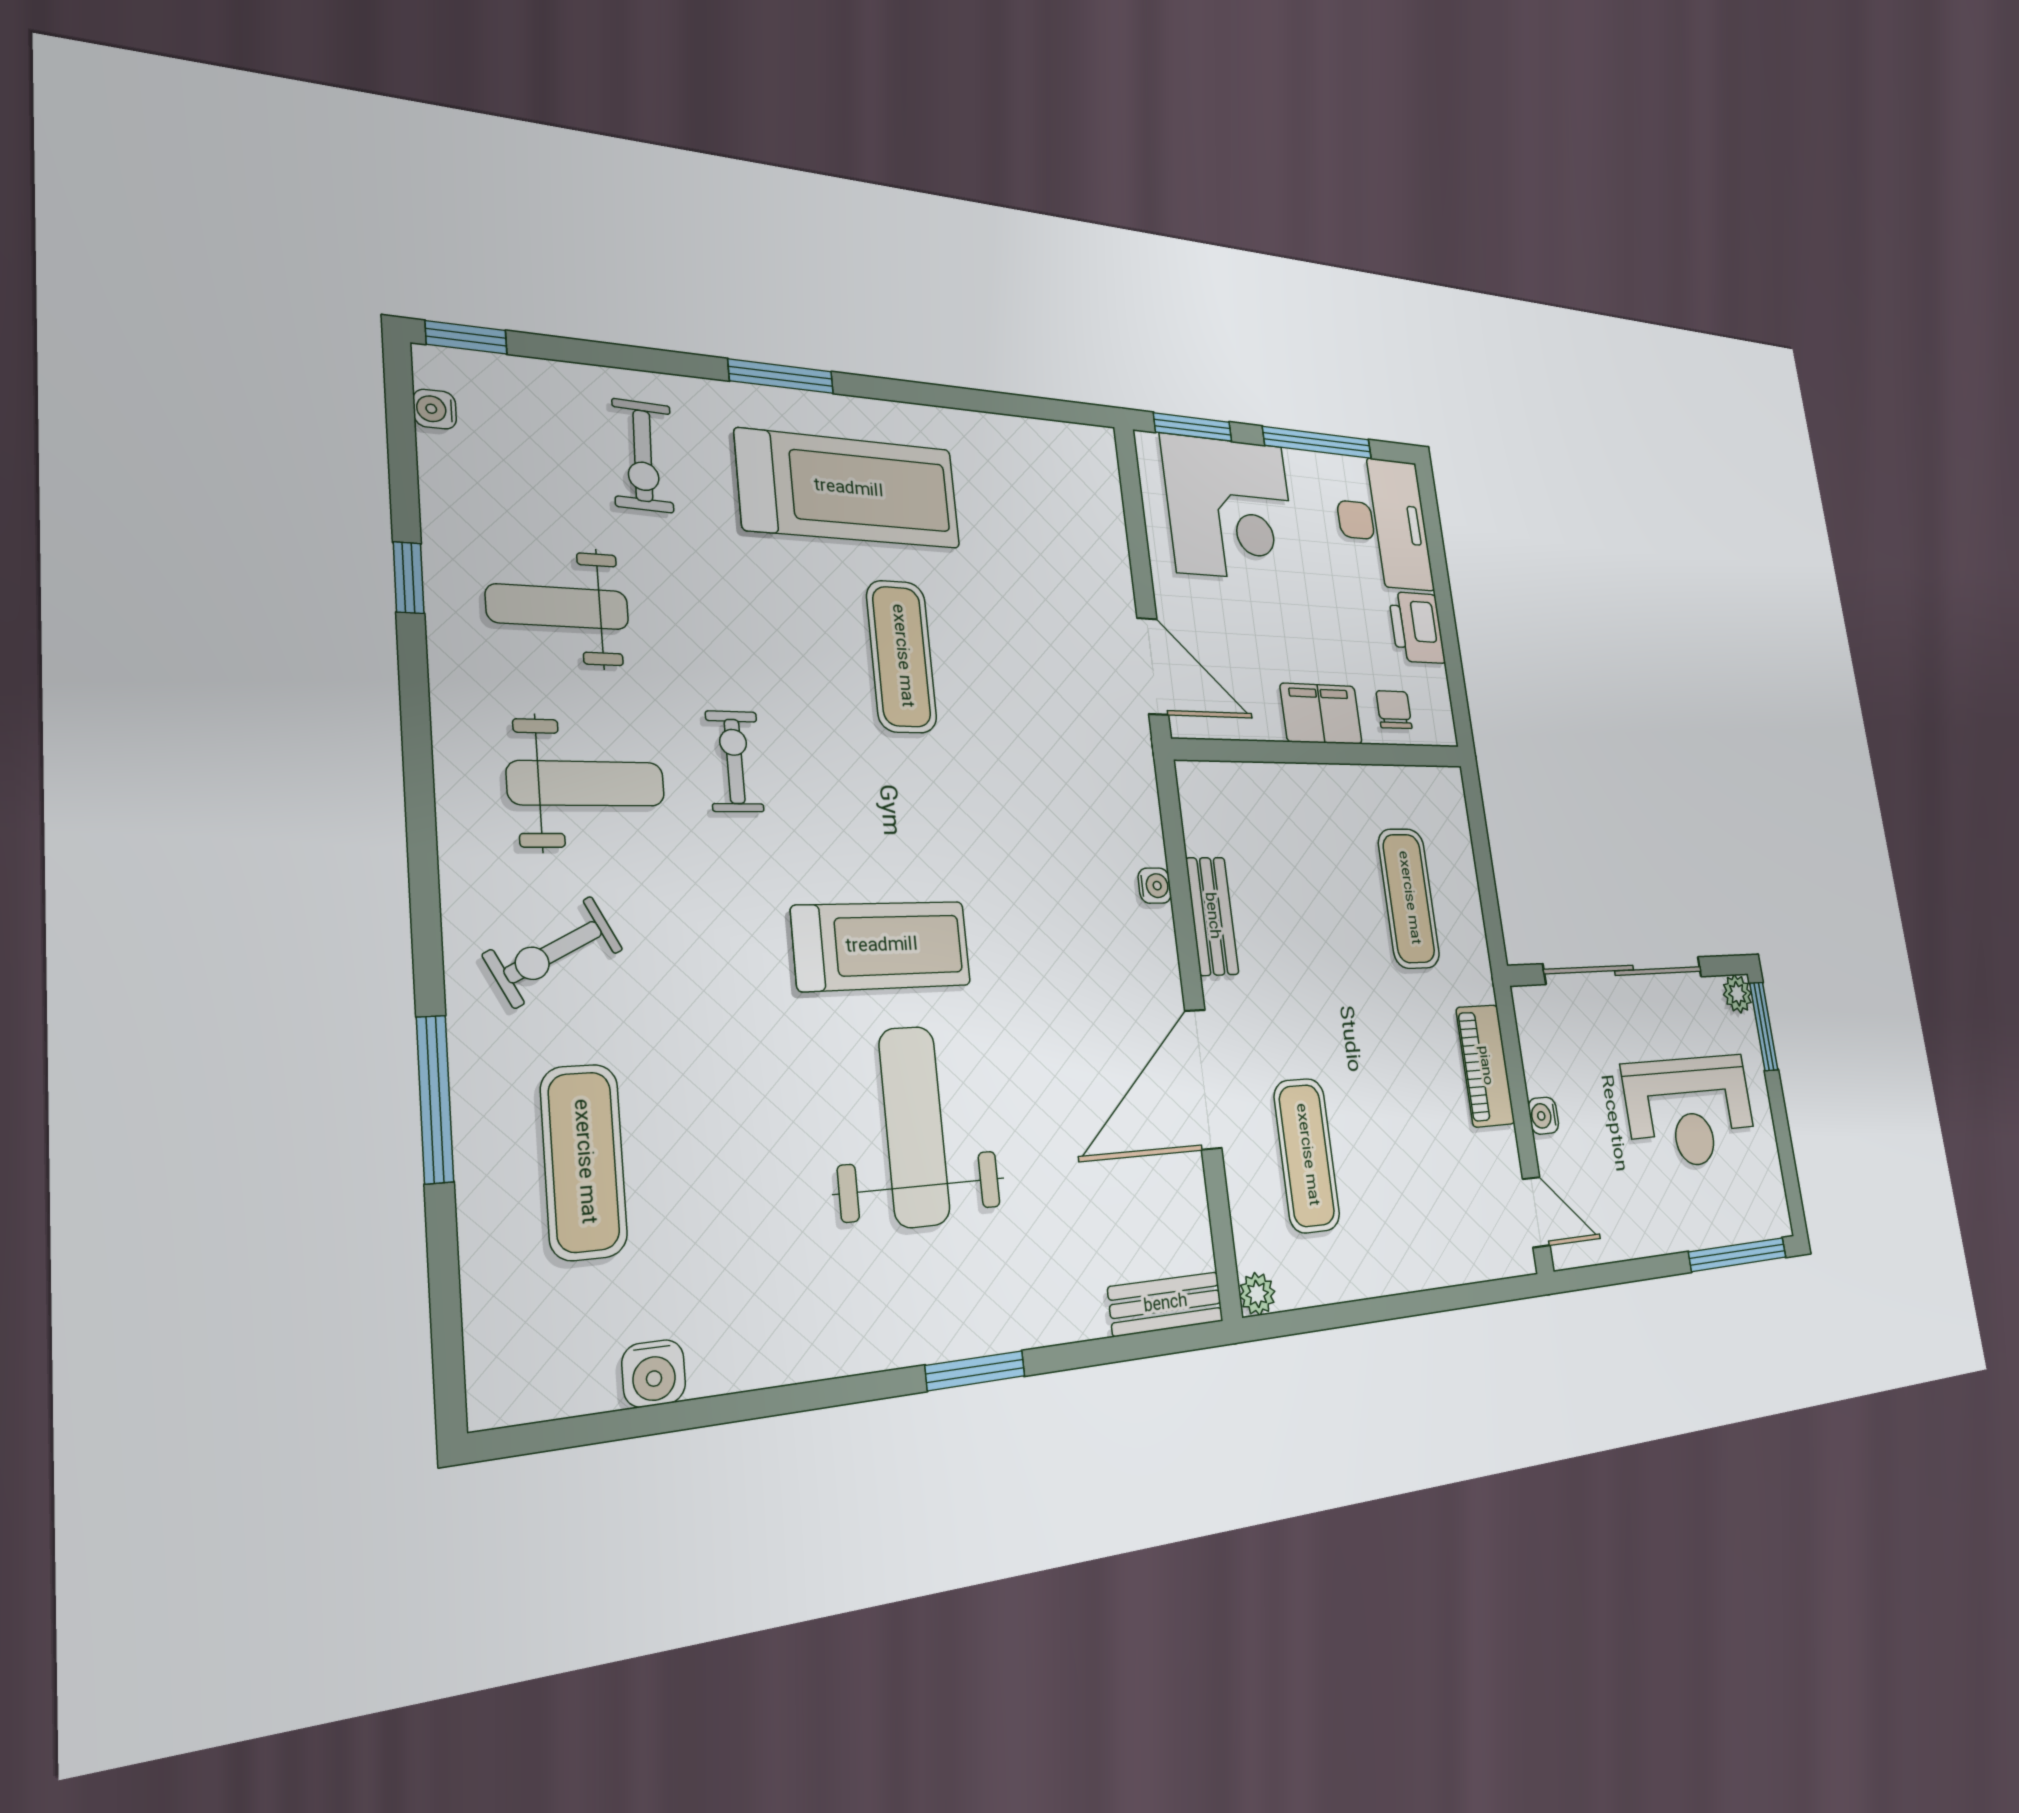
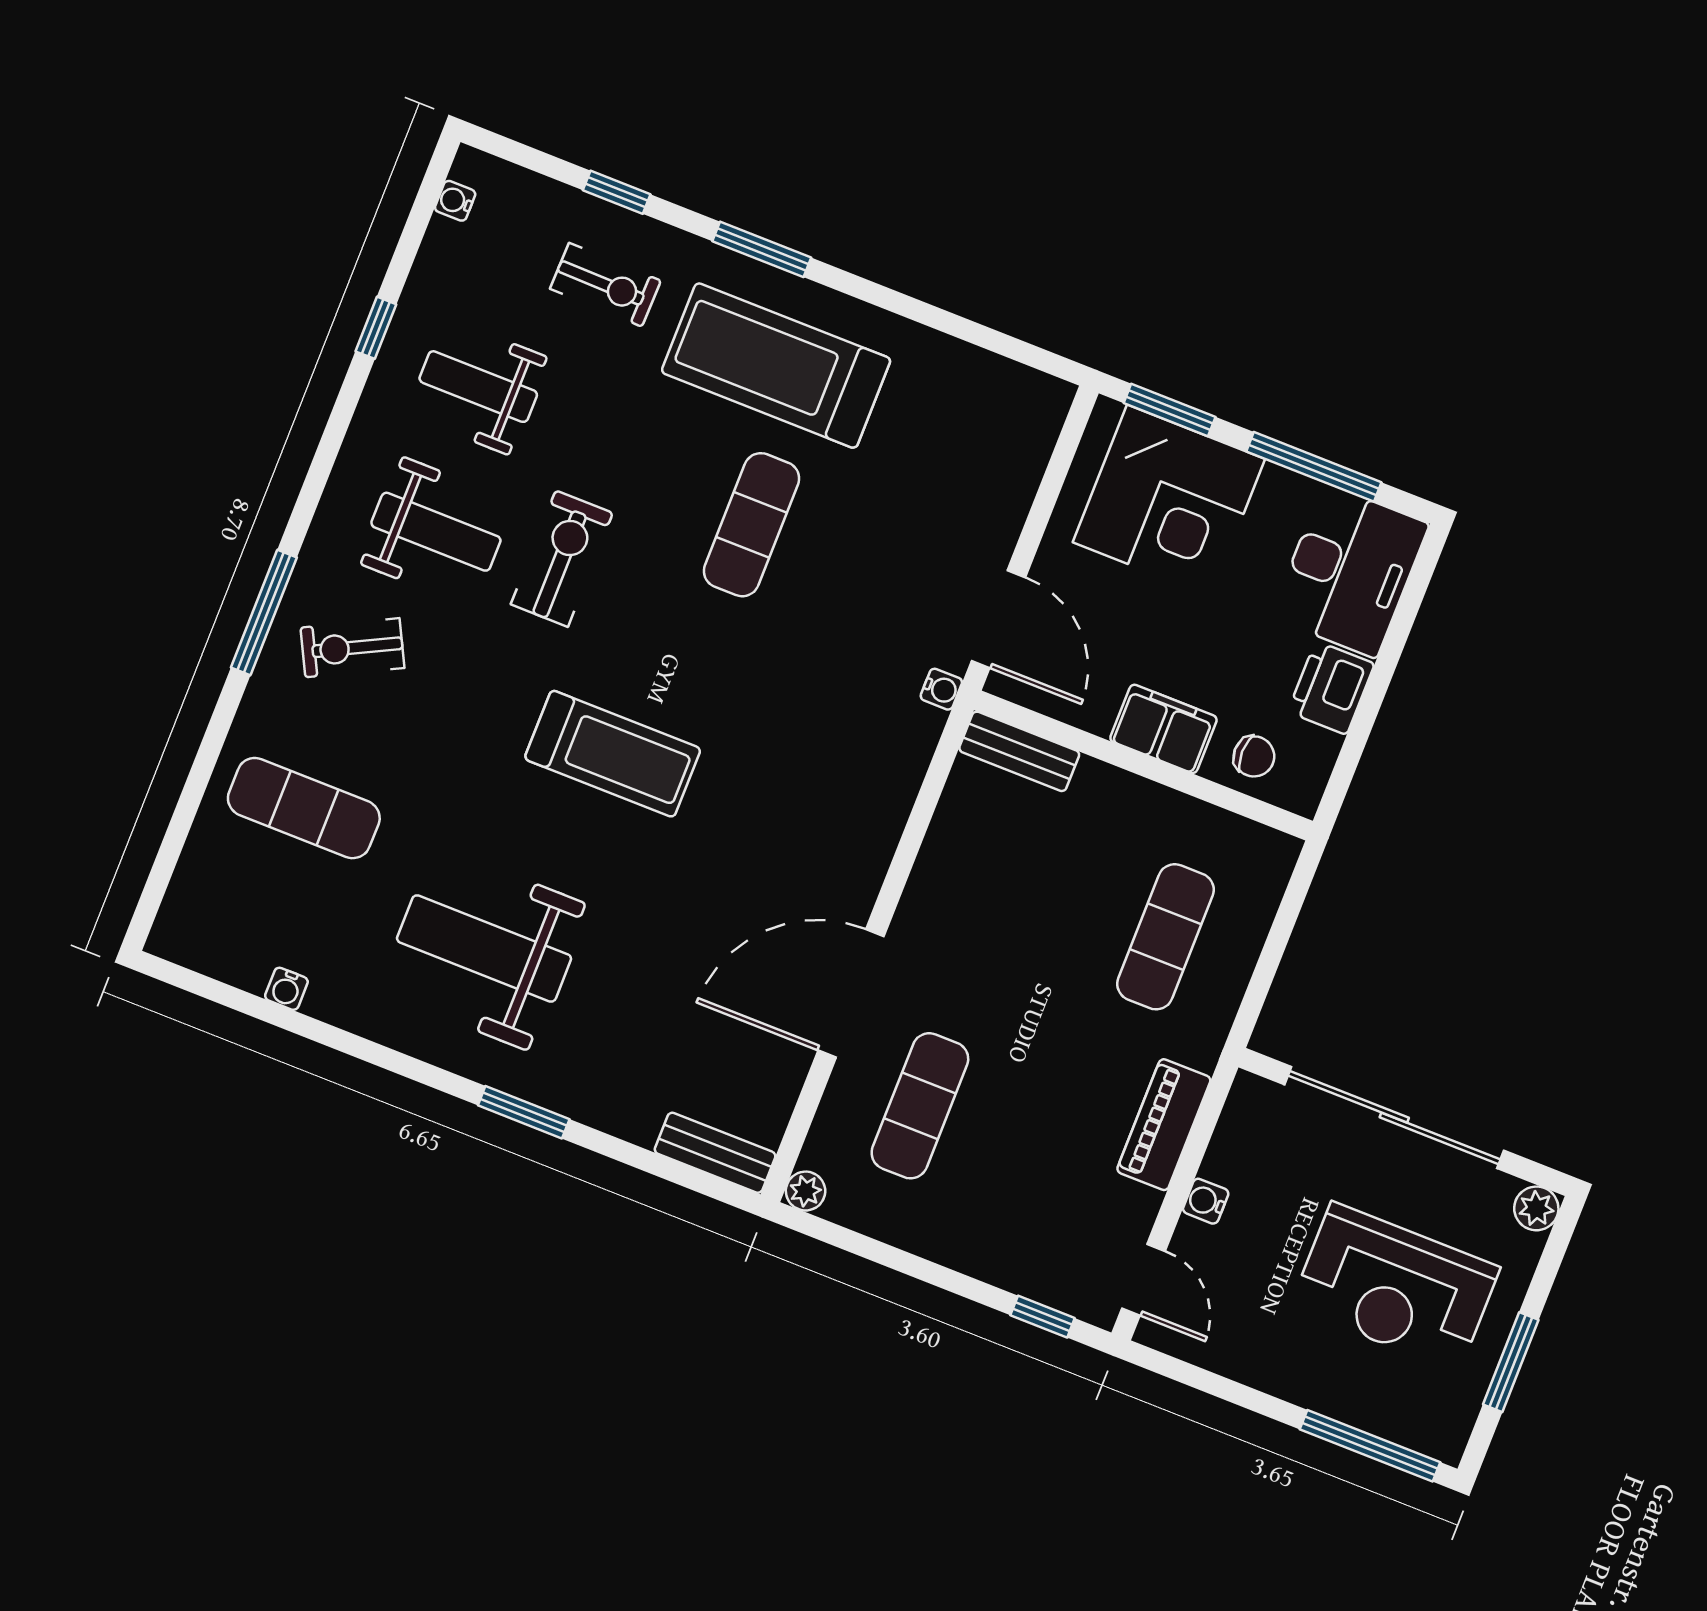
window: (466, 337) -> (617, 192), moved
exercise bike: (643, 456) -> (605, 285), turned -91
treadmill: (849, 489) -> (776, 366), turned 180
chair: (1394, 710) -> (1254, 756), turned 90
exercise bike: (735, 761) -> (562, 559), width x1.38, depth x1.39
water cooler: (1155, 886) -> (941, 689), moved
bench: (1212, 916) -> (1019, 751), moved, turned 90
window: (1764, 1026) -> (1511, 1362), moved
window: (435, 1099) -> (264, 613), moved
weight bench: (914, 1126) -> (484, 949), moved, turned -90
exercise mat: (584, 1162) -> (304, 808), turned 90
window: (1485, 1293) -> (1043, 1317), added
water cooler: (654, 1373) -> (286, 989), width x0.72, depth x0.72

